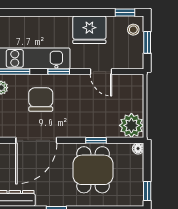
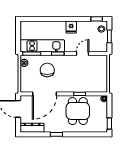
fridge: (89, 30) -> (71, 27), width x0.53, depth x0.75
door: (101, 72) -> (82, 54), swing flipped
plant: (131, 125) -> (100, 85), removed

